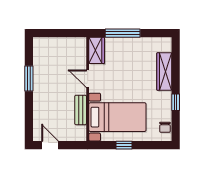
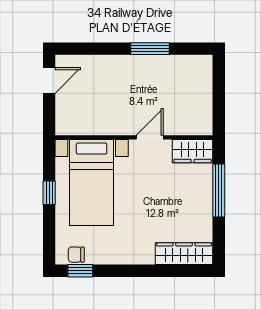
wardrobe: (164, 72) -> (184, 254), moved
window: (176, 102) -> (80, 271), moved
bench: (81, 110) -> (102, 127), removed

